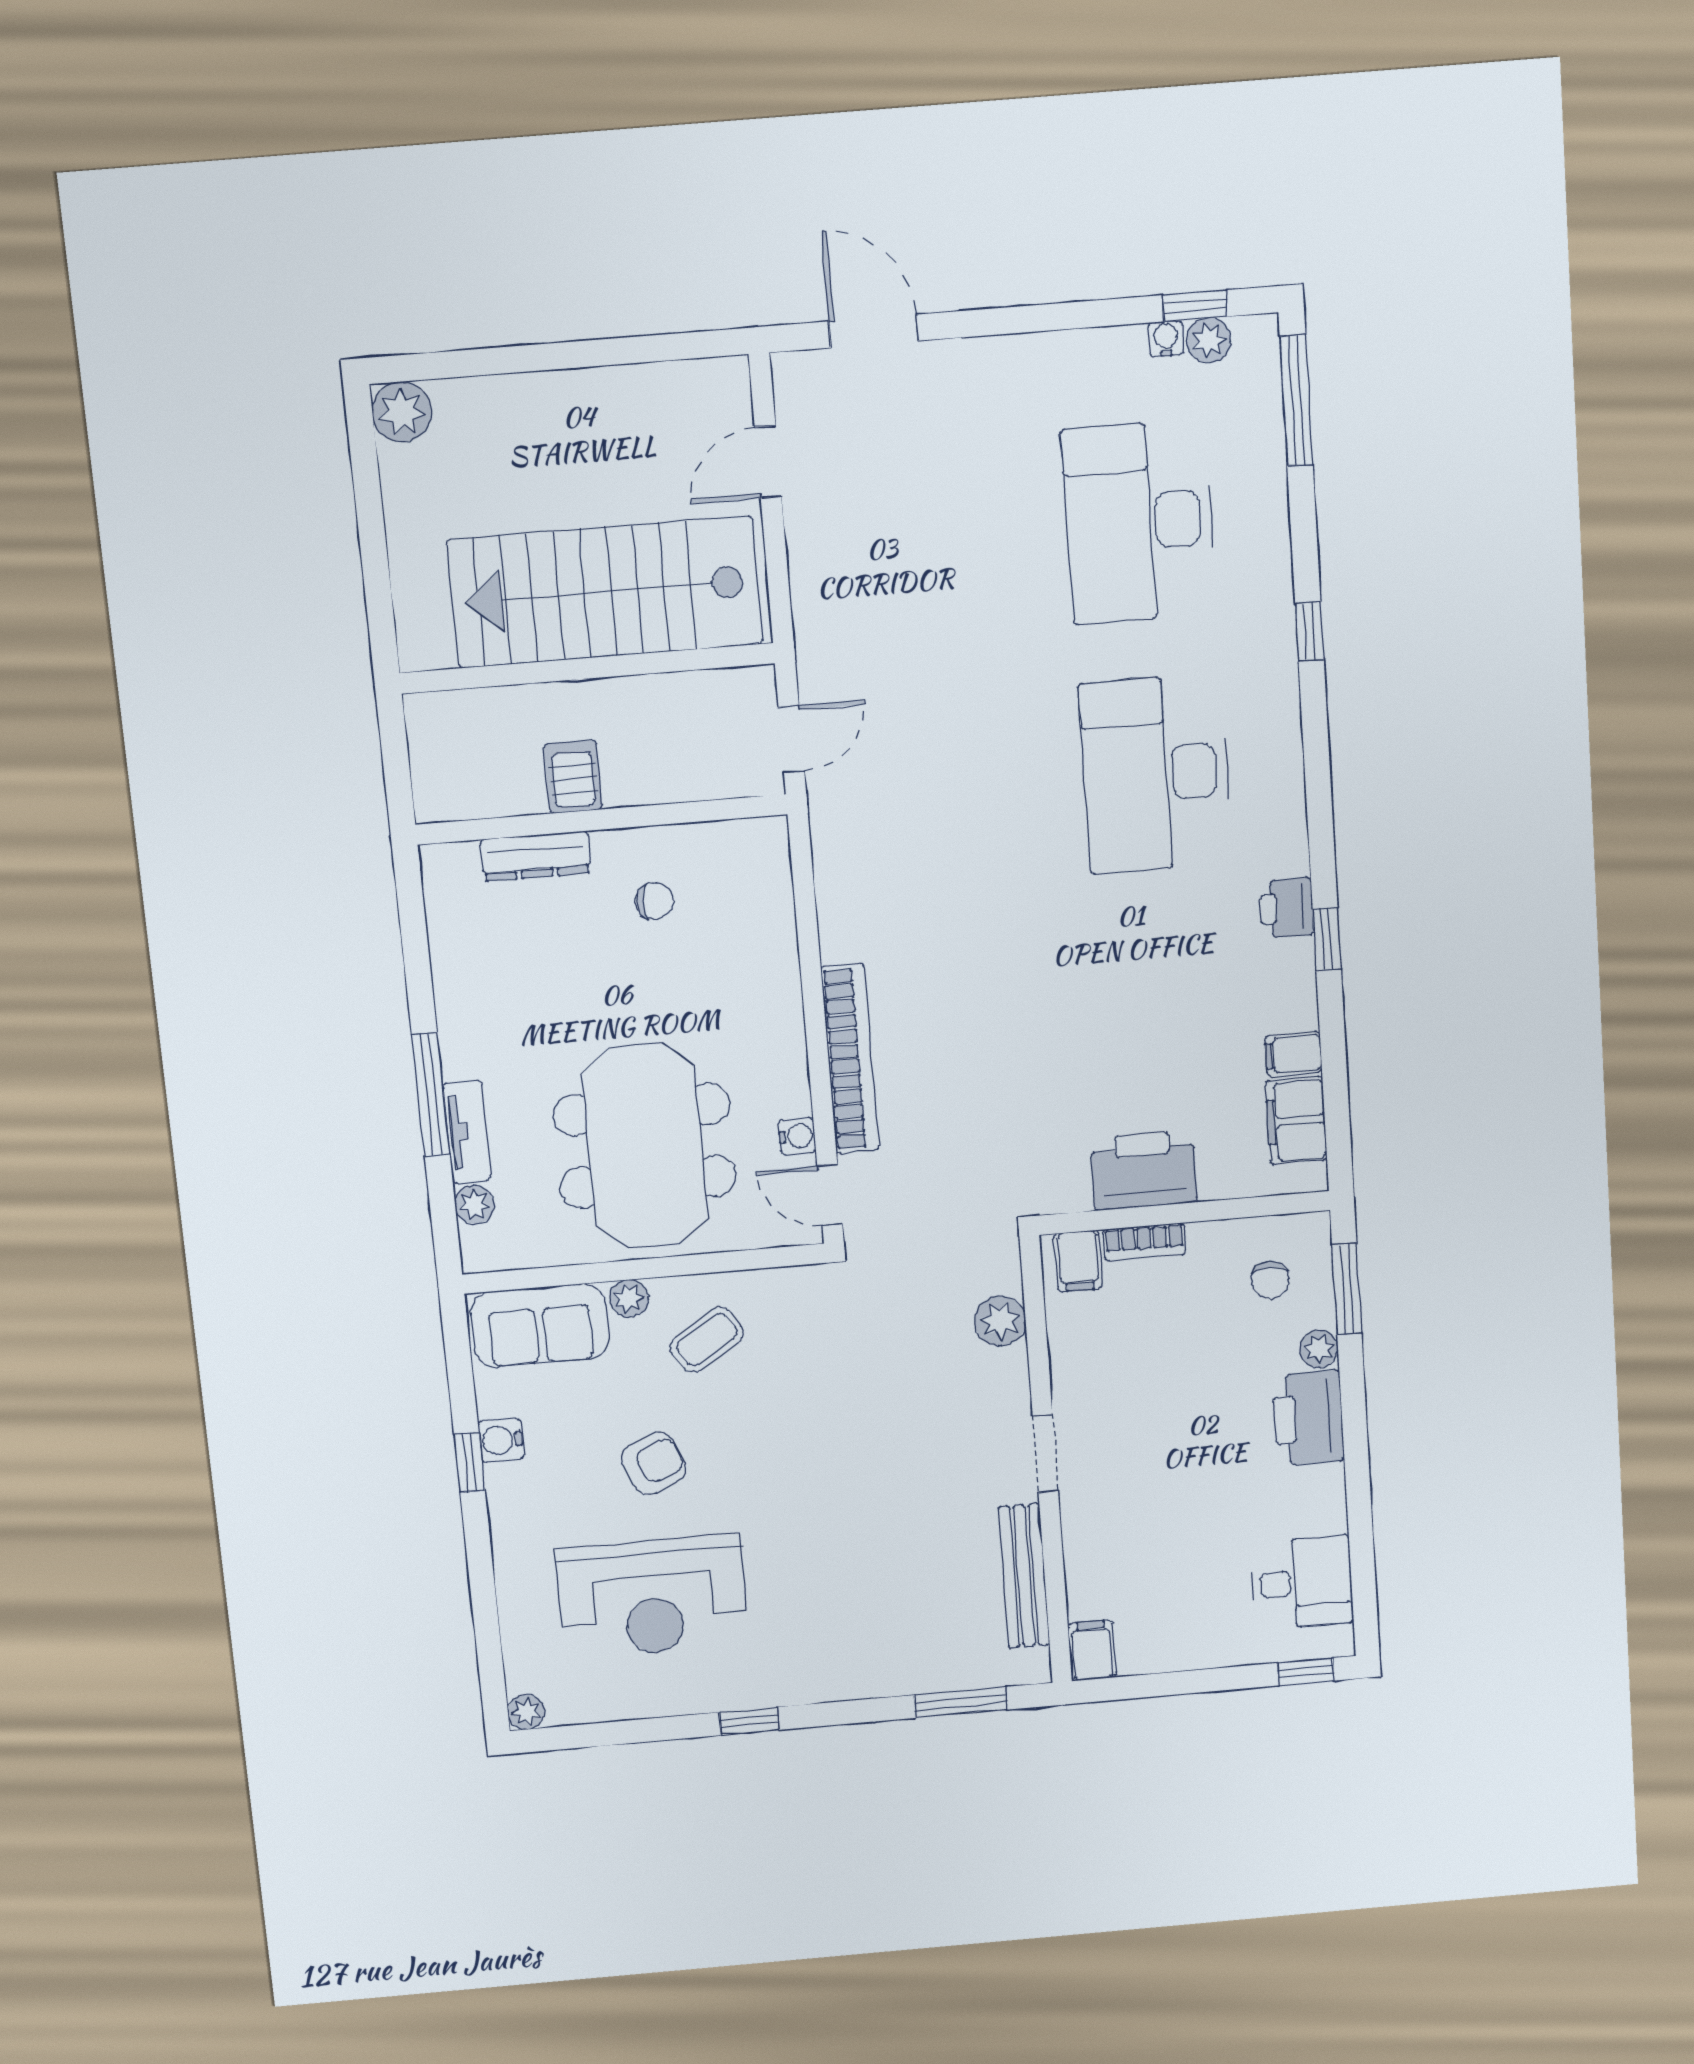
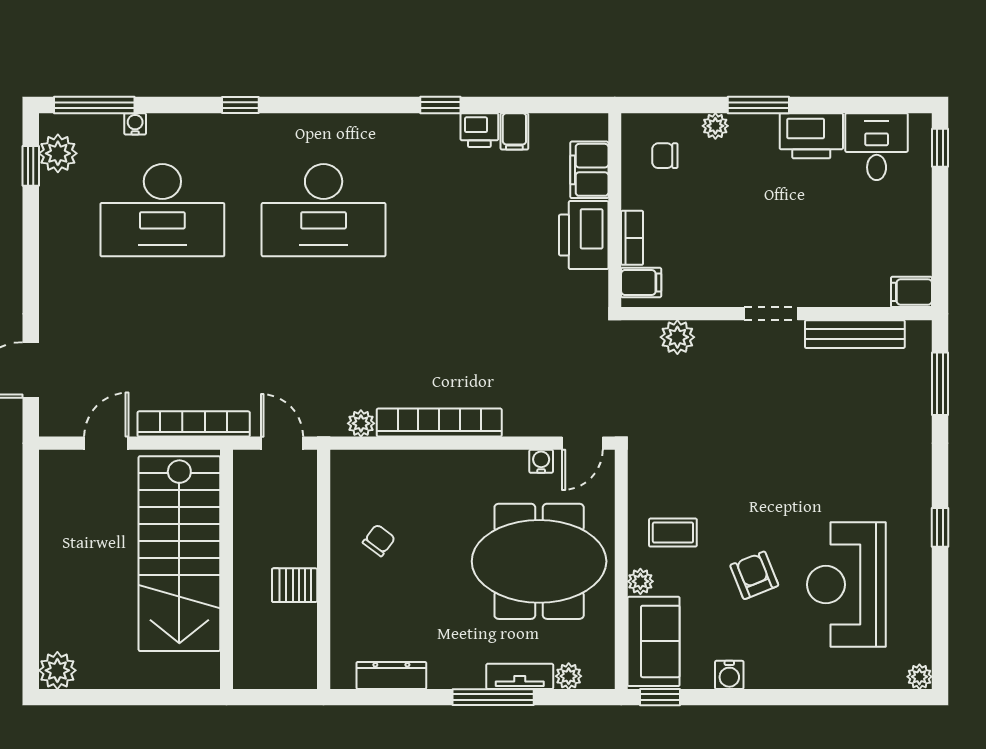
water cooler: (1166, 339) -> (135, 124), moved, turned 90
plant: (1209, 340) -> (58, 153), width x1.38, depth x1.38
door: (768, 462) -> (106, 443), swing flipped
bookcase: (810, 598) -> (194, 424), added
dresser: (536, 856) -> (391, 675), moved, turned -90
plant: (832, 859) -> (361, 423), added
chair: (654, 901) -> (379, 540), turned 37
printer: (1287, 908) -> (479, 130), moved
bookcase: (850, 1059) -> (439, 423), moved
filing cabinet: (1296, 1121) -> (589, 170), moved, turned 90
chair: (1270, 1279) -> (665, 156), turned 180
window: (1347, 1289) -> (758, 105), moved
coffee table: (707, 1340) -> (673, 533), turned -58
printer: (1308, 1418) -> (811, 136), moved
window: (469, 1462) -> (660, 697), moved
reception desk: (652, 1596) -> (846, 585), turned 180

